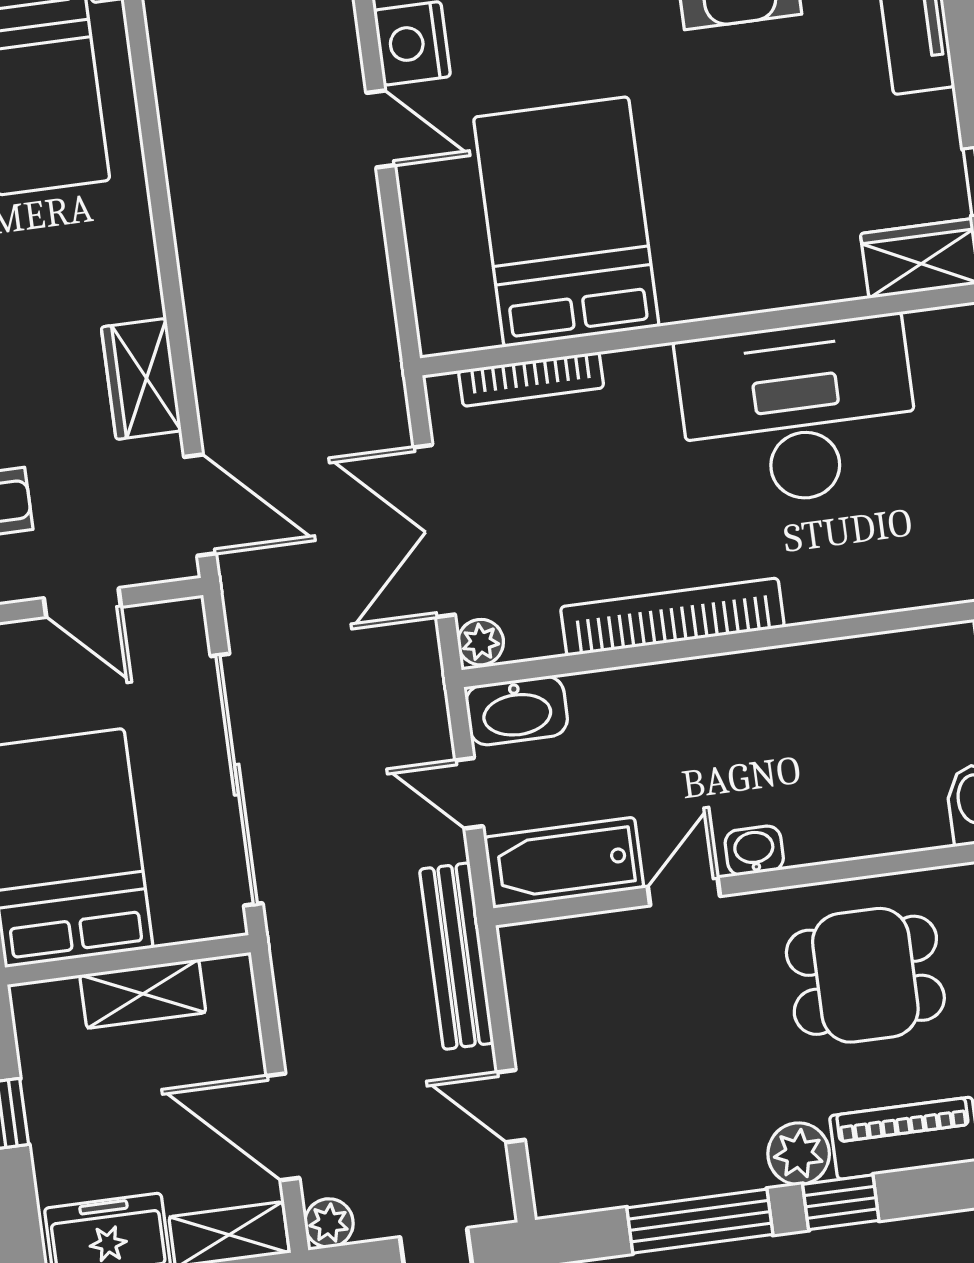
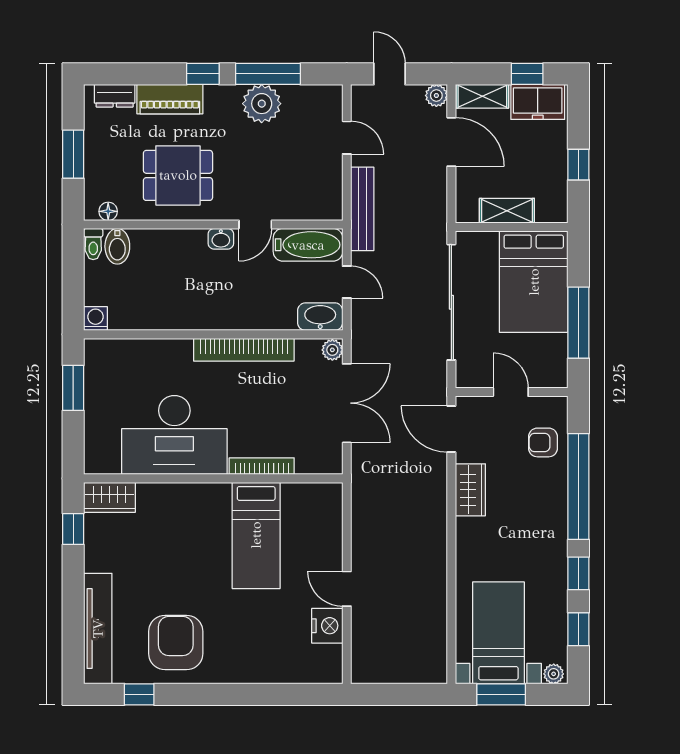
bed: (566, 222) -> (256, 535), width x0.67
bookcase: (531, 379) -> (262, 466), moved
plant: (799, 1154) -> (262, 104), moved, width x1.36, depth x1.36

